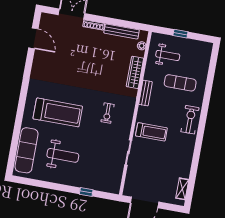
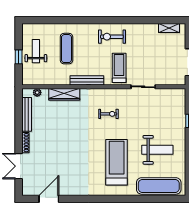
weight bench: (168, 55) -> (36, 51), moved
bench: (145, 93) -> (87, 80), width x1.36
exercise bike: (190, 120) -> (112, 37), moved
weight bench: (63, 155) -> (157, 150), turned 90

